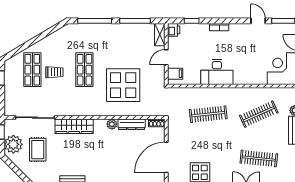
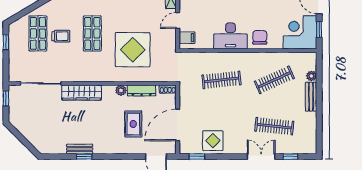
chair: (245, 73) -> (260, 37), added
plant: (13, 144) -> (18, 111), removed
rug: (38, 150) -> (133, 124), moved

